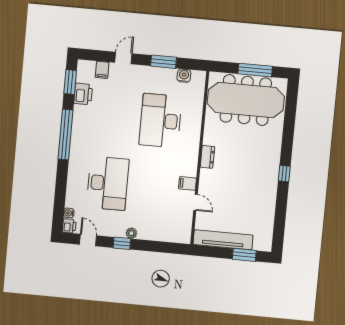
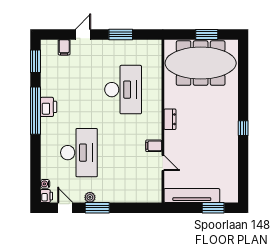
window: (255, 70) -> (207, 34), width x0.69
water cooler: (184, 76) -> (141, 46), removed
printer: (83, 94) -> (49, 107), moved
desk: (161, 121) -> (123, 90), turned 180
plant: (131, 233) -> (90, 197), moved
window: (122, 243) -> (97, 208), width x1.50

